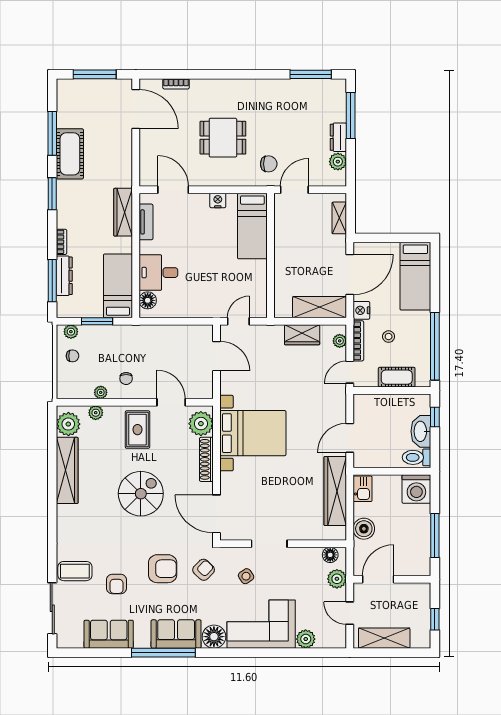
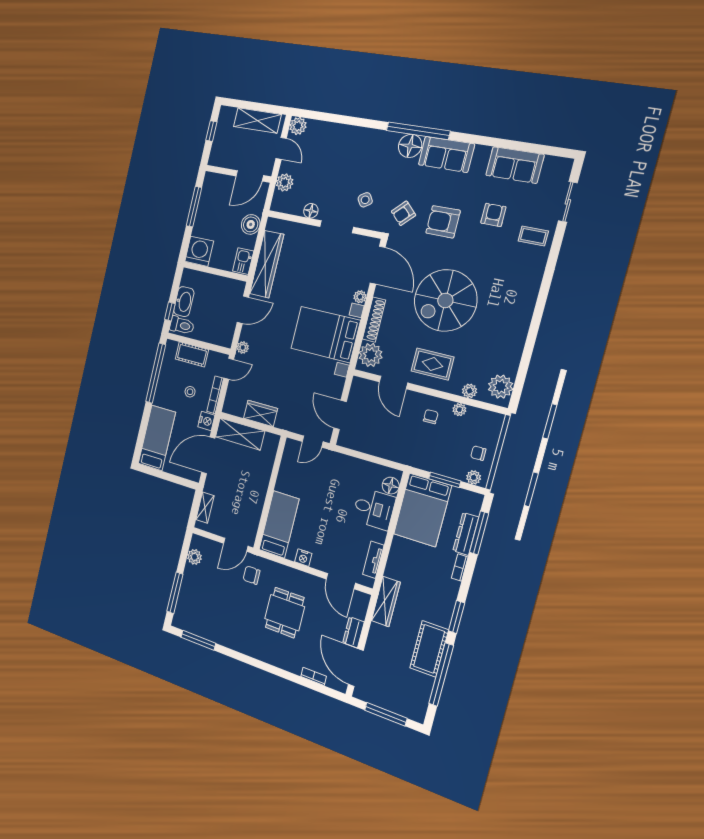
window: (52, 133) -> (441, 675), width x1.46
dresser: (338, 137) -> (353, 632), moved, turned 180
dining table: (223, 138) -> (285, 613), turned 90
wardrobe: (123, 212) -> (386, 601), moved
bed: (118, 286) -> (422, 510), width x1.50
plant: (340, 341) -> (243, 348), moved
rug: (137, 430) -> (432, 364), turned 90
toilet: (417, 457) -> (182, 325), moved
wardrobe: (67, 470) -> (514, 340), removed
plant: (227, 479) -> (360, 297), added
spiral stairs: (141, 494) -> (445, 300), width x1.37, depth x1.37
floor lamp: (330, 555) -> (311, 211), moved
coffee table: (75, 571) -> (533, 236), width x0.73, depth x0.77
sliding door: (52, 608) -> (568, 202), width x0.73
corner sofa: (261, 624) -> (363, 151), removed
plant: (306, 639) -> (298, 126), moved
window: (163, 653) -> (418, 131), moved

